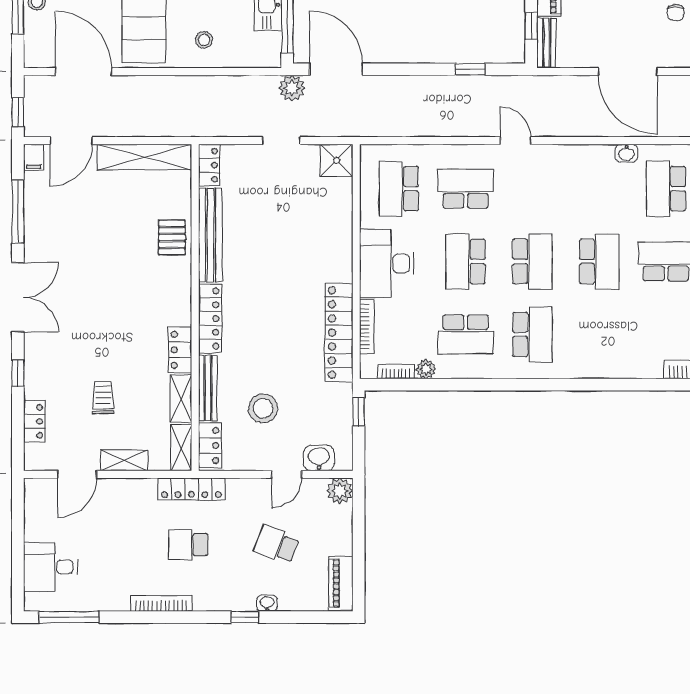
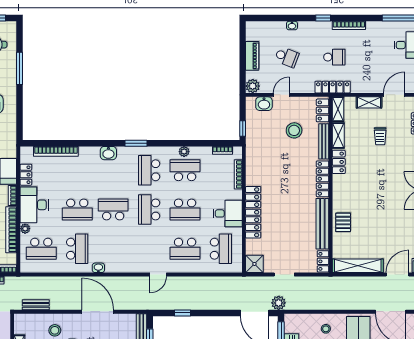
door: (516, 141) -> (158, 275), hinge flipped
school desk: (466, 261) -> (185, 209), turned 90
school desk: (599, 261) -> (113, 209), turned 90
desk: (387, 263) -> (228, 213), width x0.73
locker: (339, 333) -> (253, 212), moved
washbasin: (608, 366) -> (108, 153), added
plant: (426, 369) -> (184, 152), moved
window: (556, 385) -> (136, 143), added
piano: (341, 583) -> (252, 56), moved
window: (245, 617) -> (323, 18), moved

